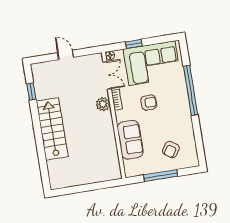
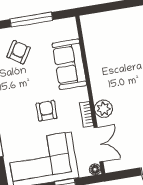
double door: (107, 75) -> (98, 144), swing flipped
armchair: (149, 103) -> (46, 111), turned 90

